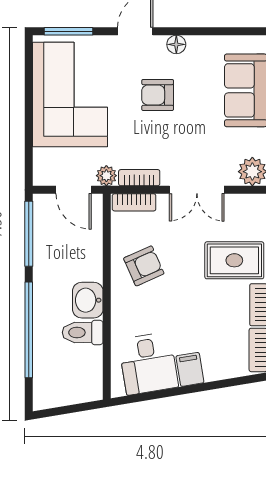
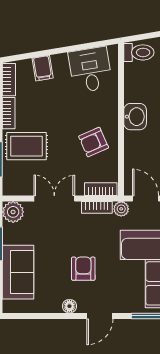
armchair: (158, 95) -> (83, 269), turned -90
toilet: (83, 332) -> (139, 52), moved
filing cabinet: (190, 369) -> (43, 68), moved

